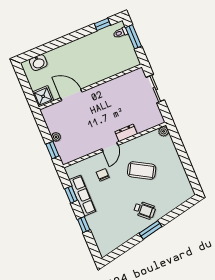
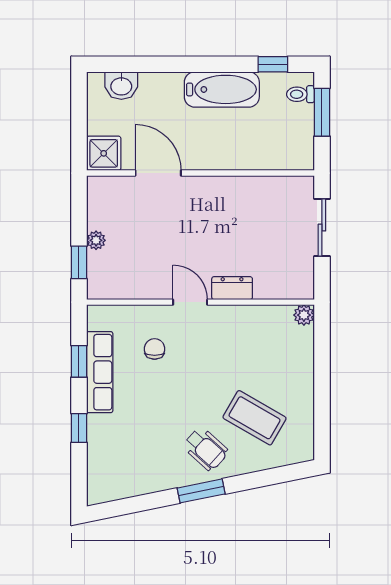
bathtub: (84, 45) -> (222, 89), added
door: (110, 147) -> (190, 302), swing flipped
coffee table: (142, 171) -> (255, 418), moved

